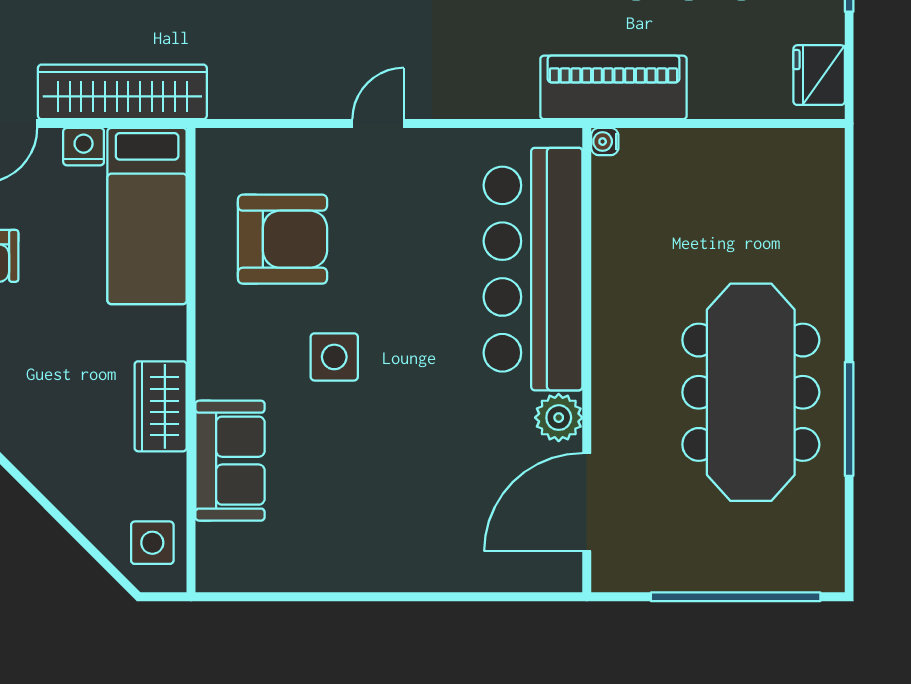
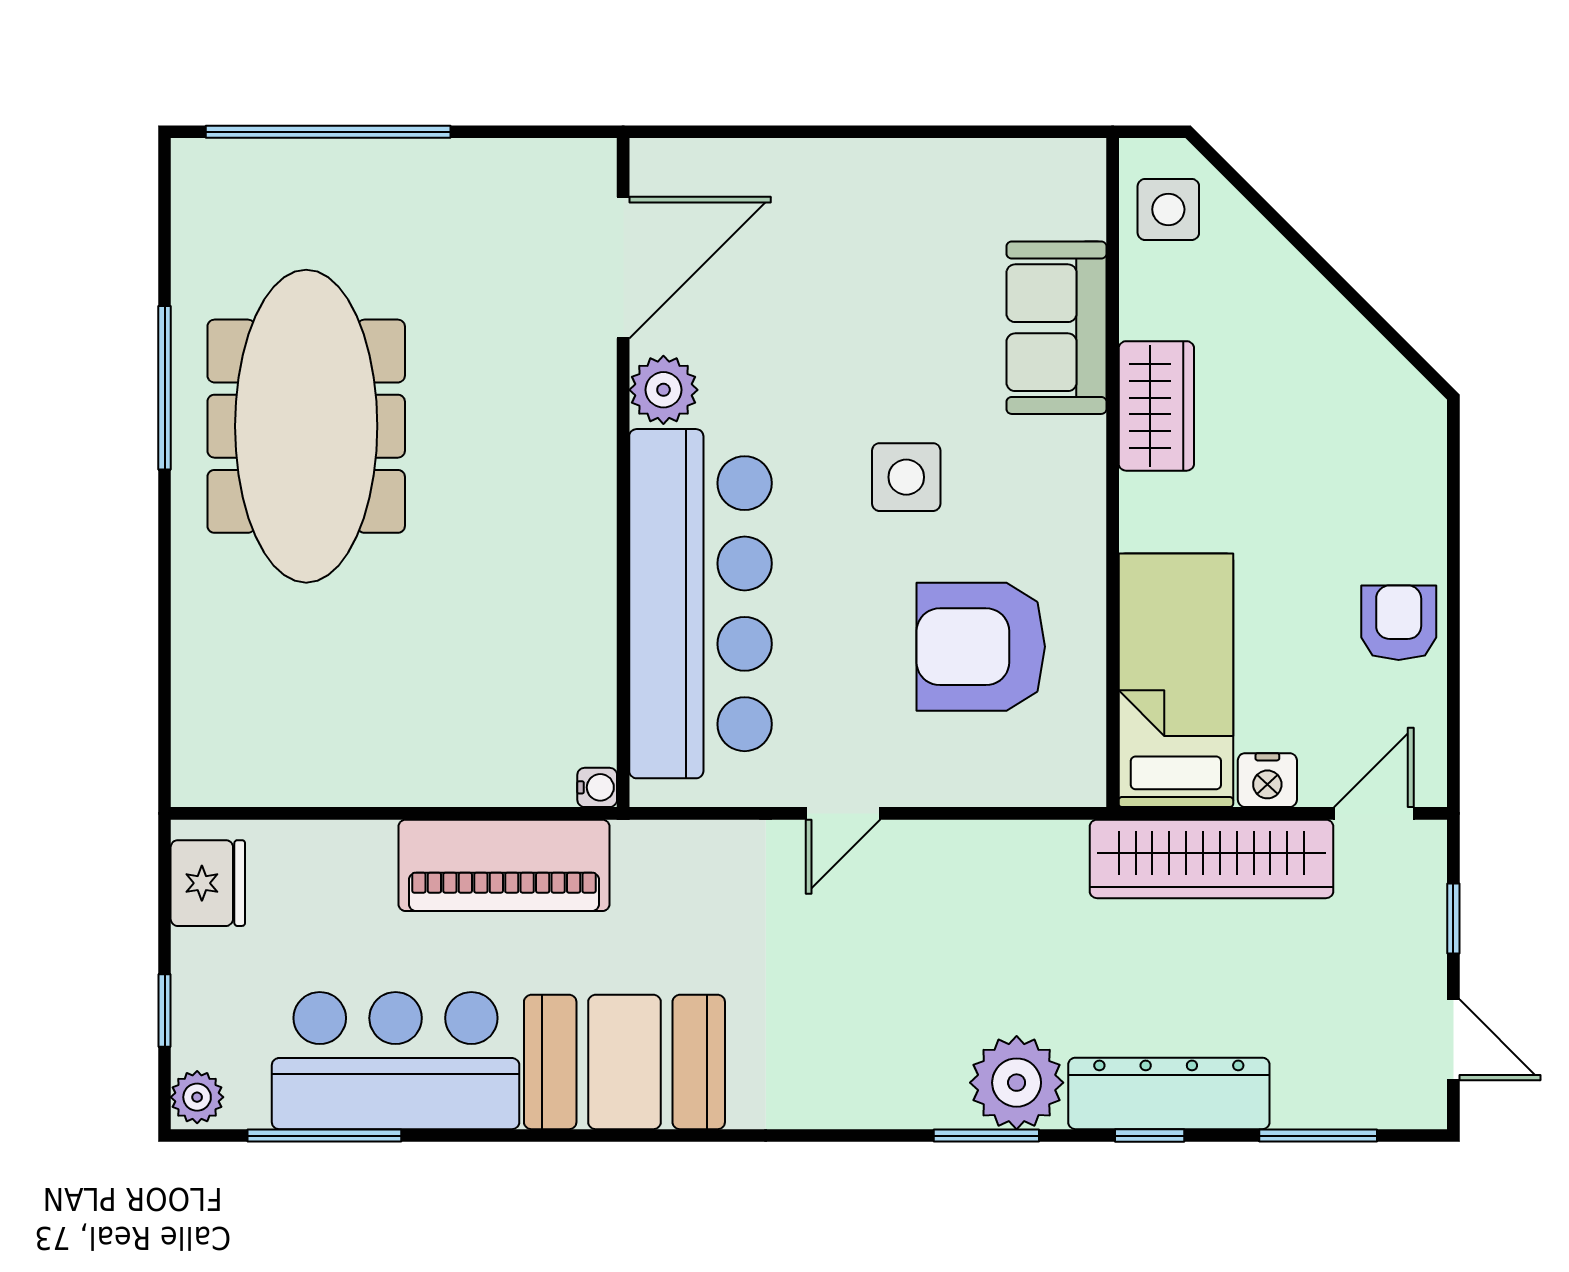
water cooler: (605, 142) -> (597, 787), moved
bar counter: (533, 269) -> (700, 604), moved
wall: (587, 360) -> (623, 473), moved
plant: (559, 418) -> (663, 390), moved
door: (587, 502) -> (623, 268), moved

